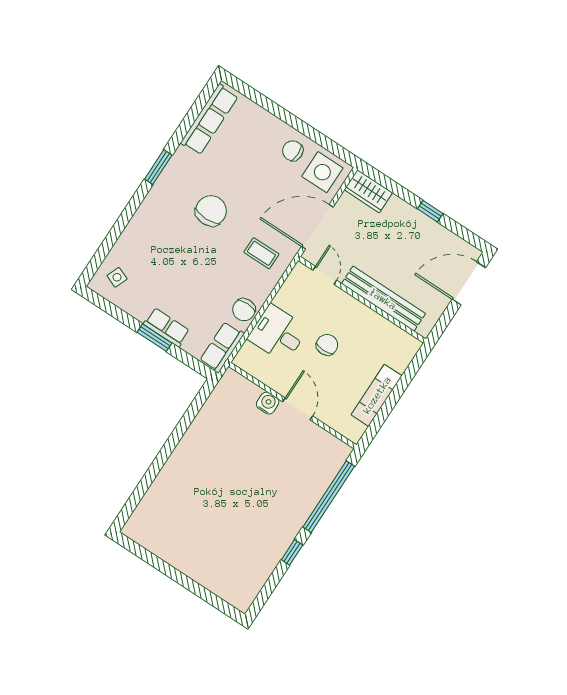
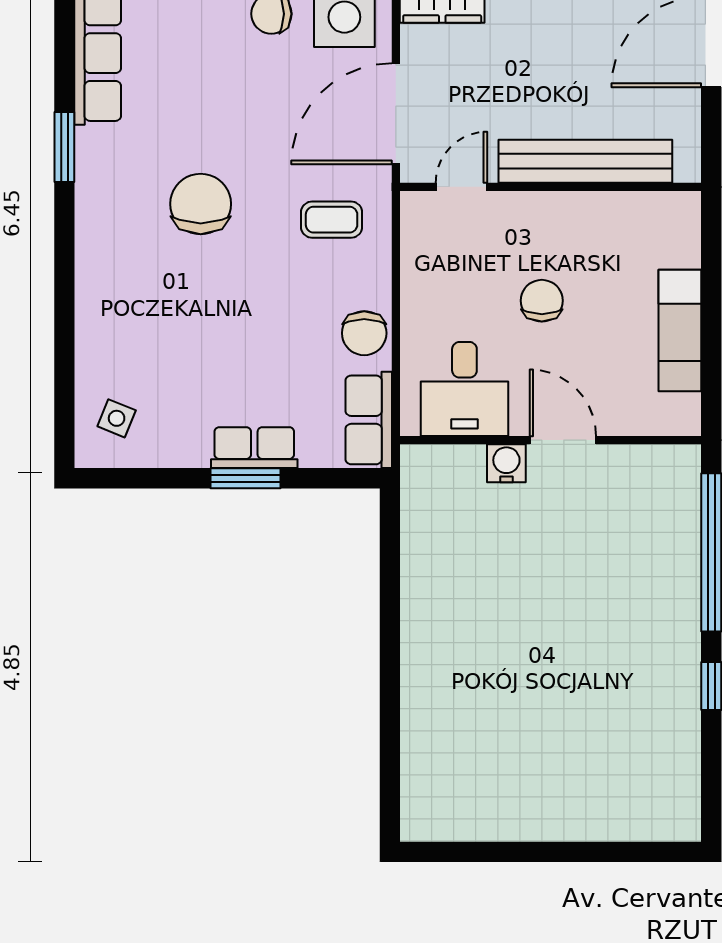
window: (158, 167) -> (64, 147), moved
door: (325, 275) -> (462, 187), hinge flipped
desk: (278, 333) -> (464, 389), moved, turned -90

